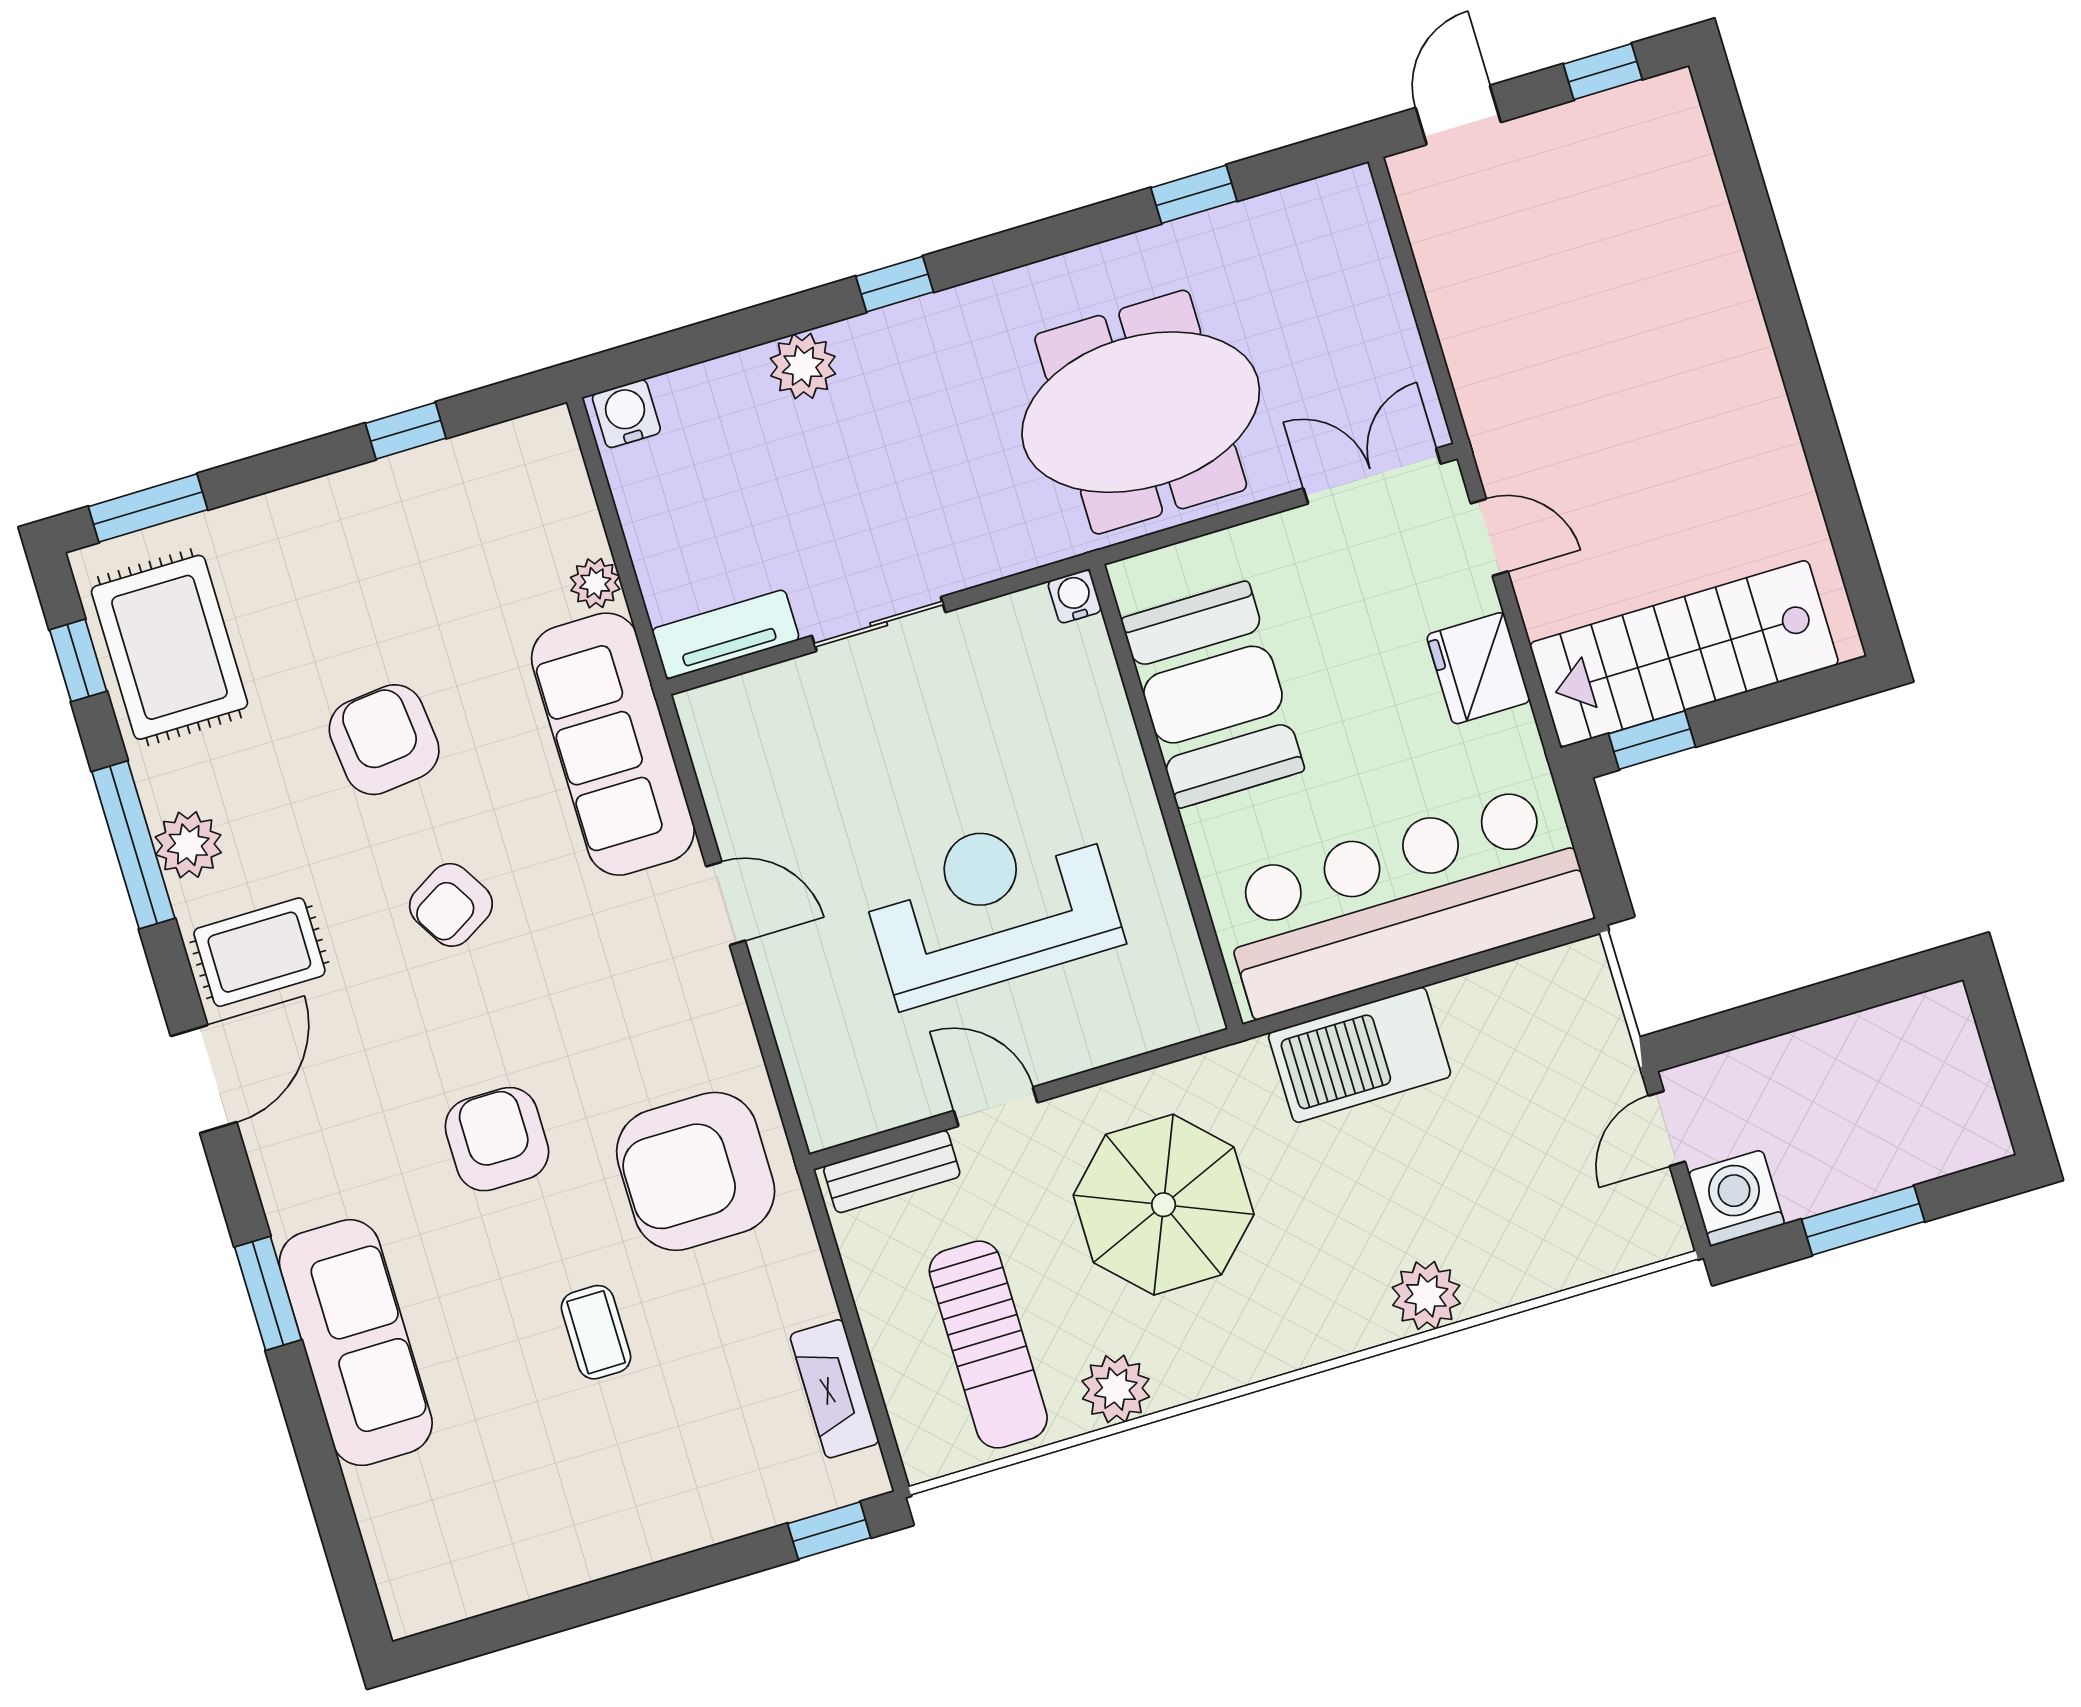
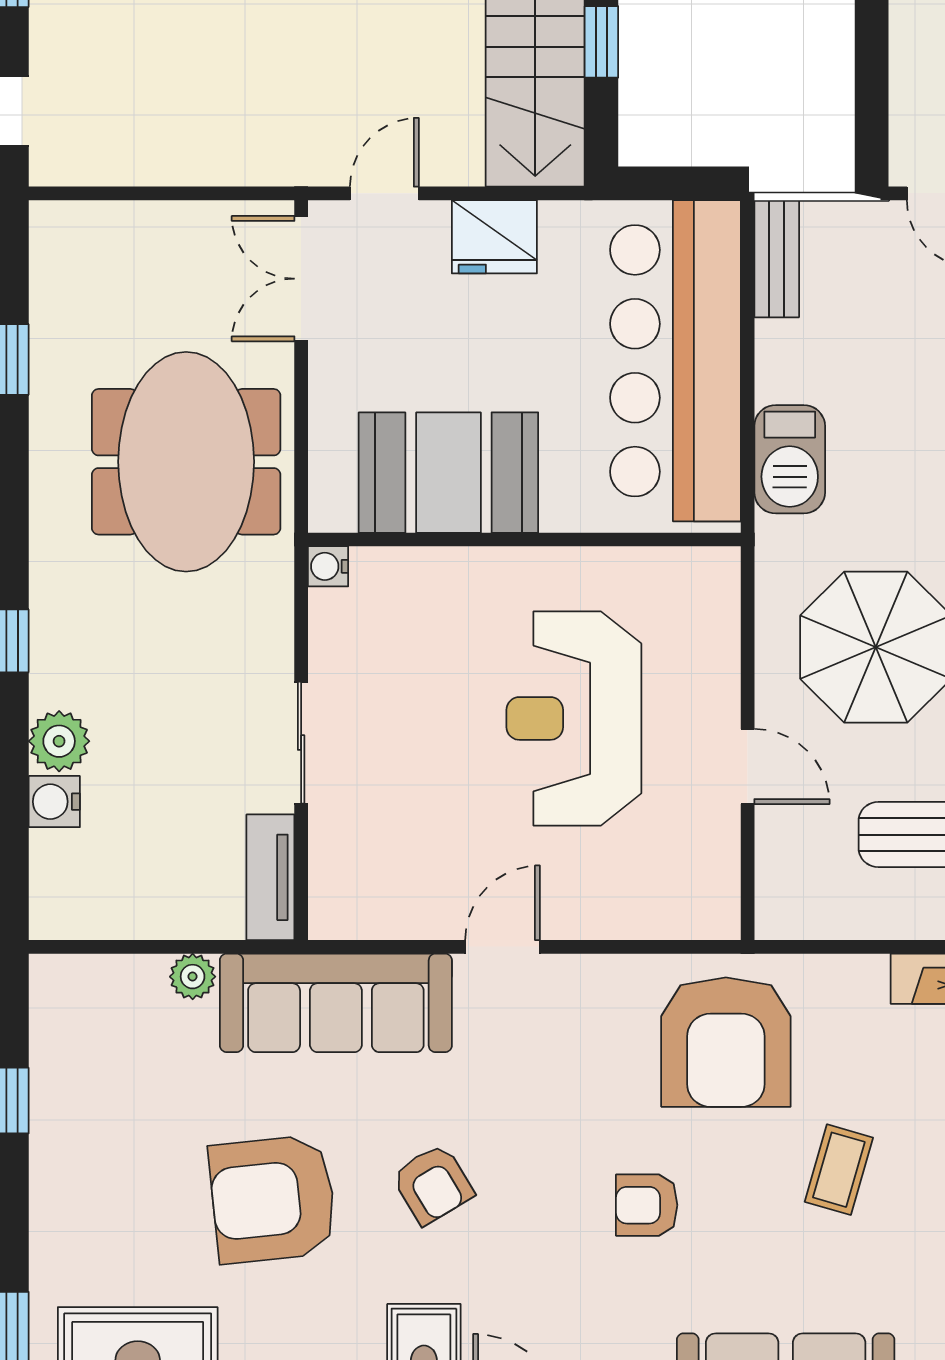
water cooler: (626, 414) -> (54, 802), moved
armchair: (384, 740) -> (273, 1199), width x1.36, depth x1.36
window: (1652, 740) -> (601, 42), moved
barbecue: (1360, 1055) -> (790, 459), width x0.73, depth x0.83
door: (996, 1107) -> (748, 767), swing flipped
armchair: (497, 1139) -> (647, 1205), width x0.72, depth x0.72
bench: (892, 1171) -> (777, 259), moved
coffee table: (596, 1332) -> (839, 1170), turned -74

